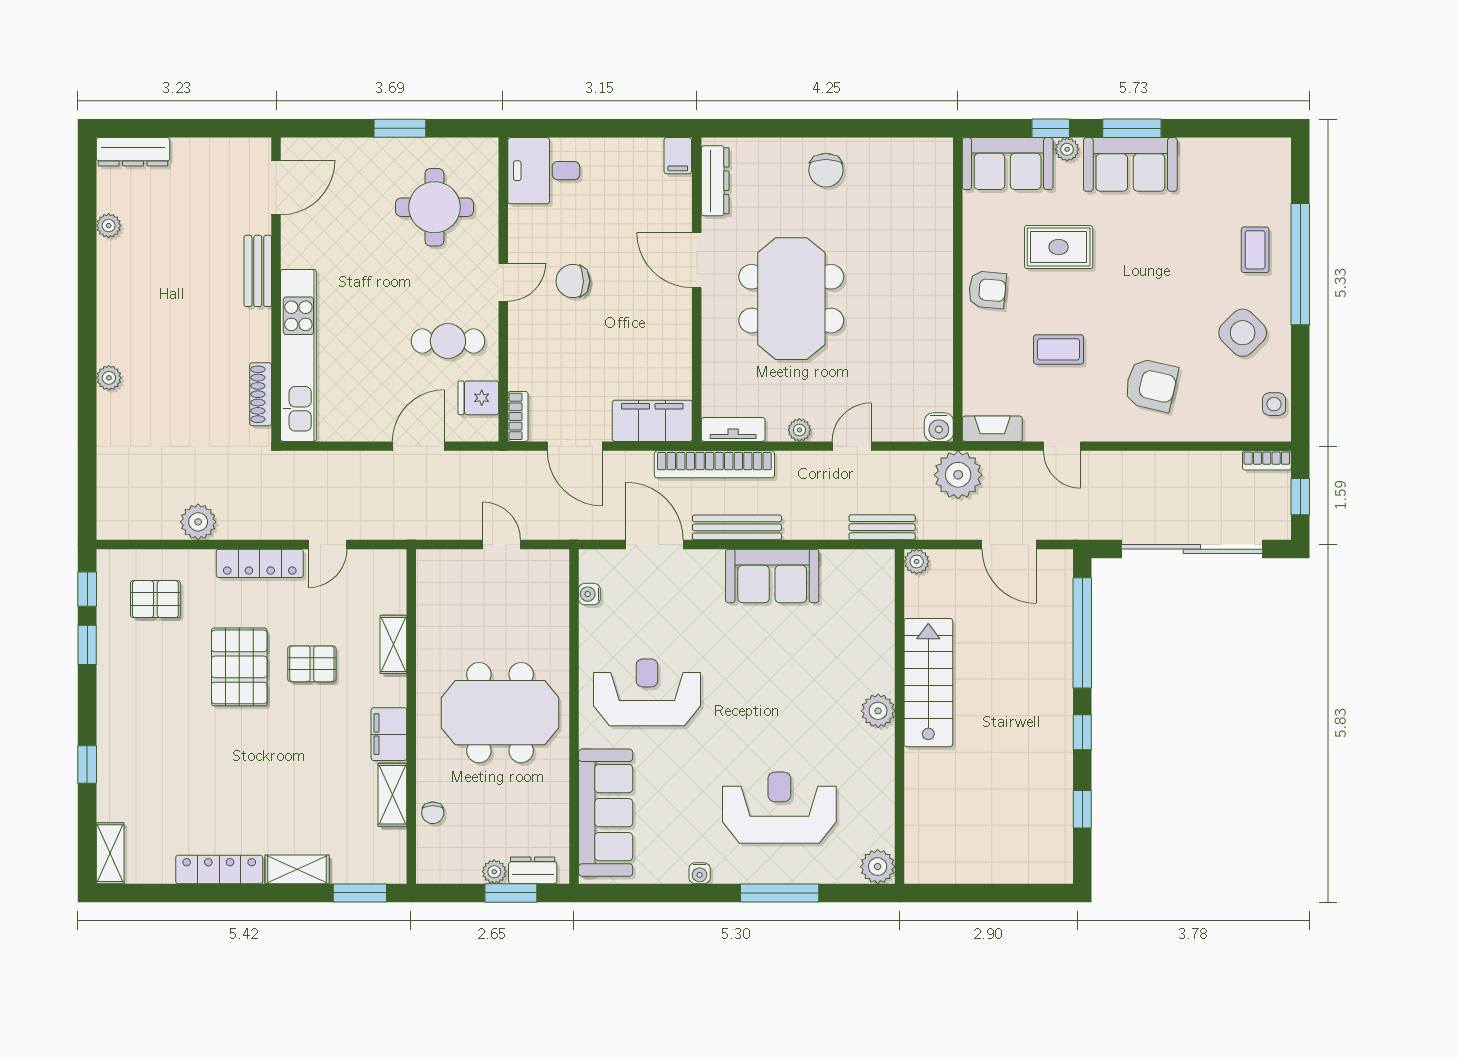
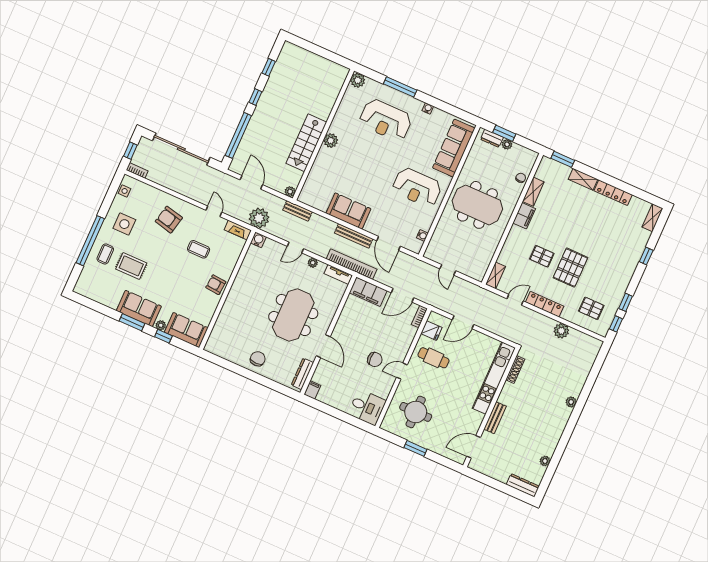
rug: (1059, 247) -> (131, 266), moved
side table: (1243, 333) -> (124, 224), turned 45
door: (575, 446) -> (403, 295), swing flipped
shelving: (393, 644) -> (495, 275), moved

